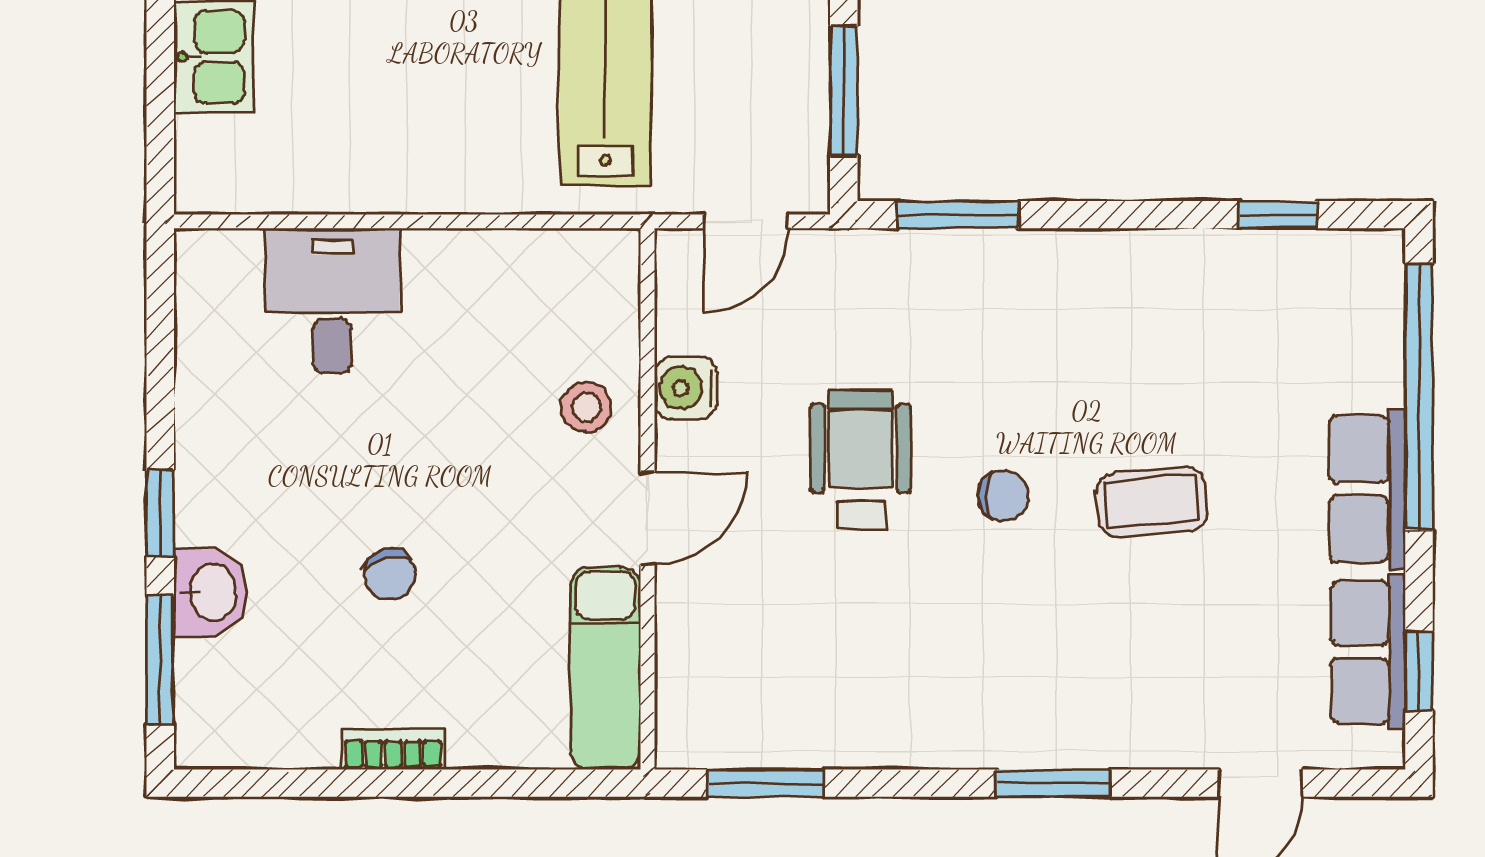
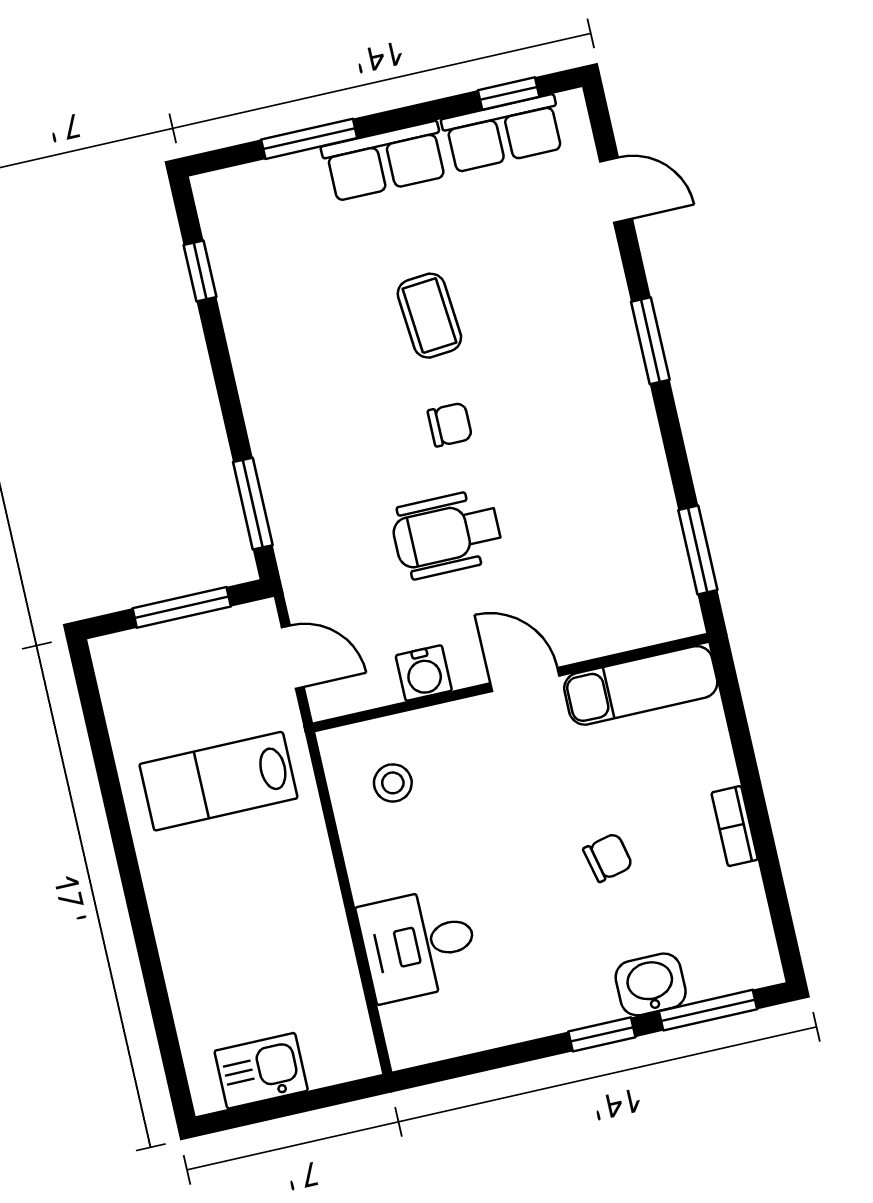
window: (1419, 397) -> (309, 139), width x0.47
stool: (586, 407) -> (393, 783), moved
chair: (1003, 496) -> (450, 425), turned 90

